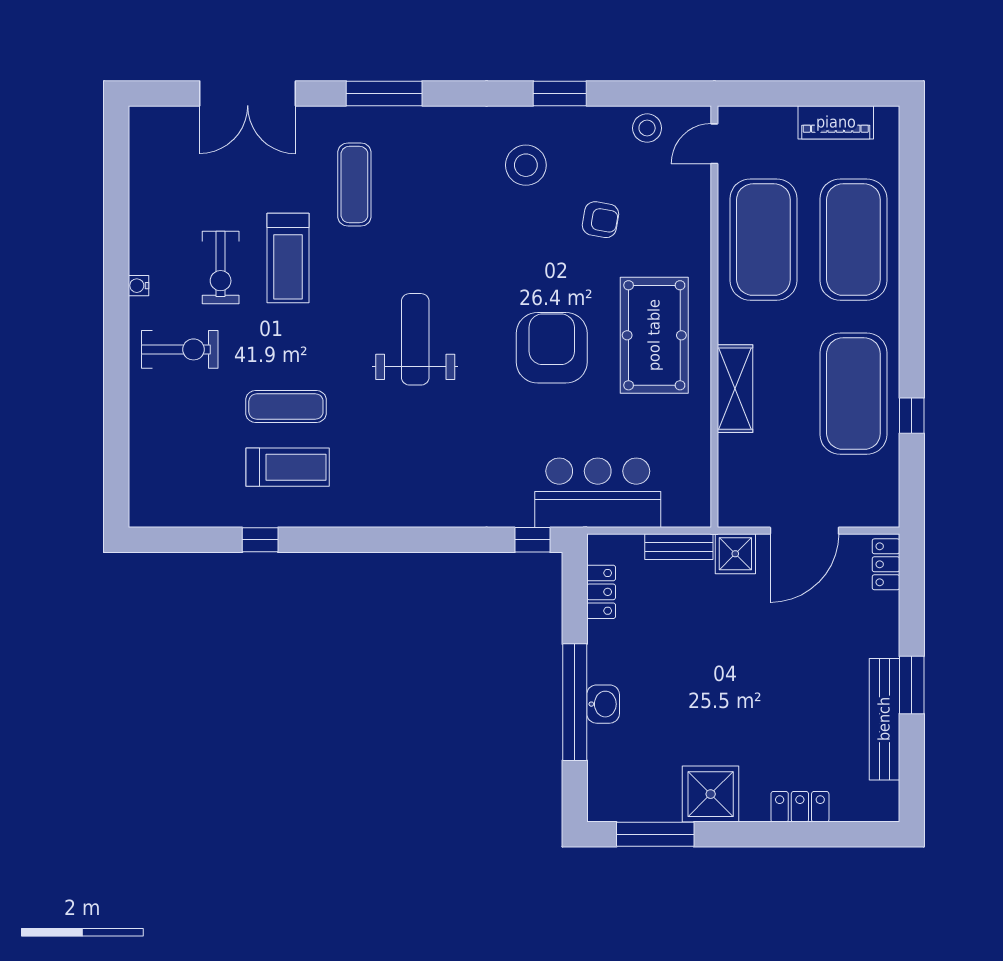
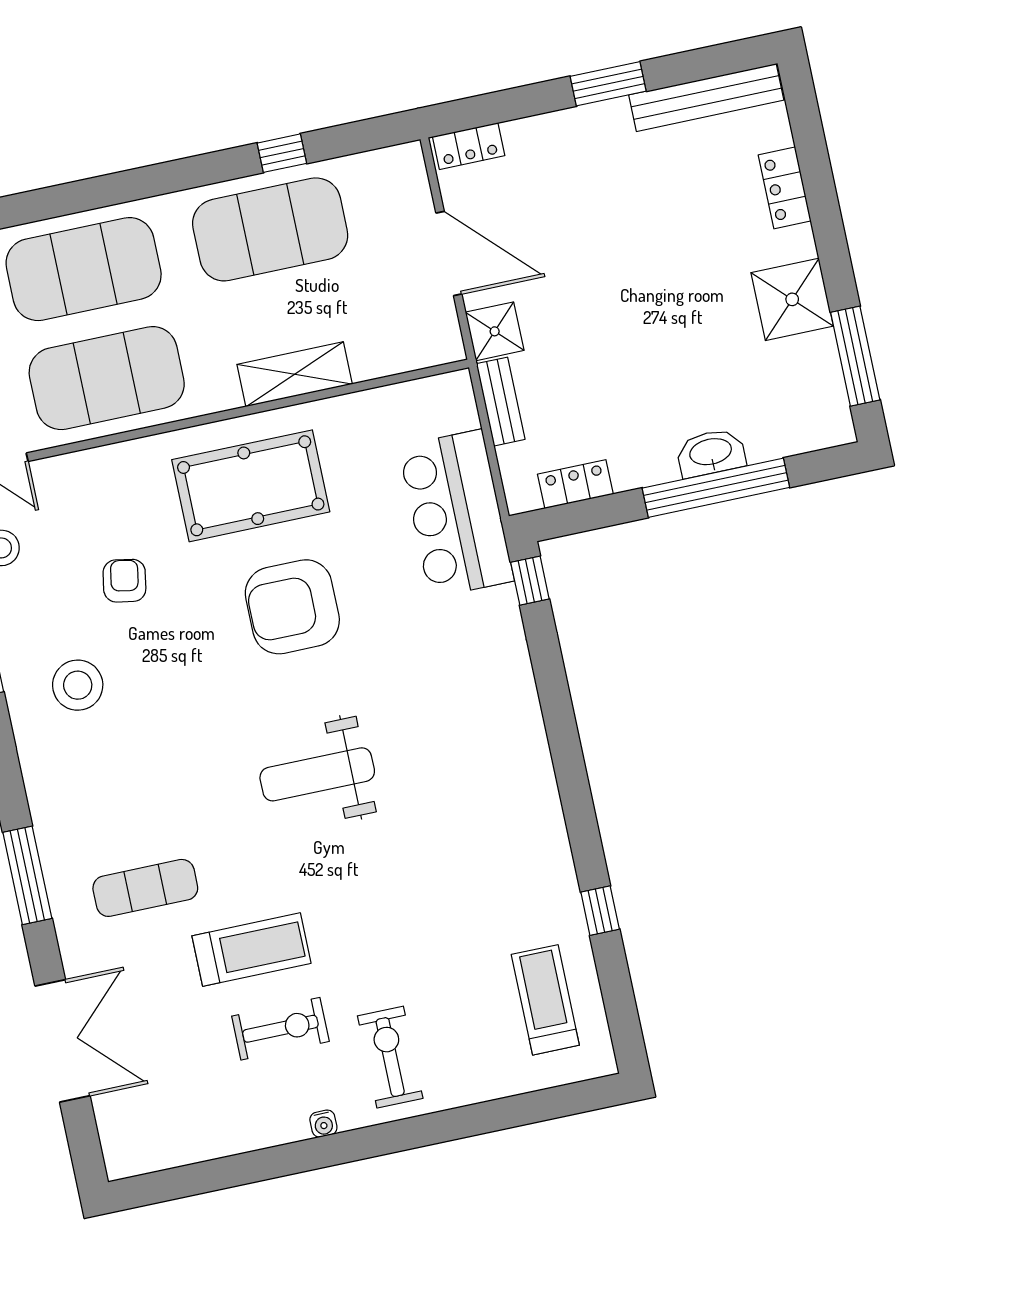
exercise mat: (286, 407) -> (432, 914), removed
treadmill: (288, 467) -> (545, 1000), moved
washbasin: (603, 704) -> (711, 453), width x1.38
bench: (884, 719) -> (706, 98), moved

